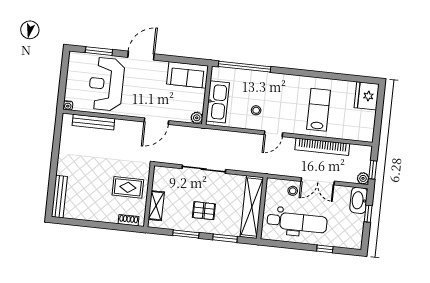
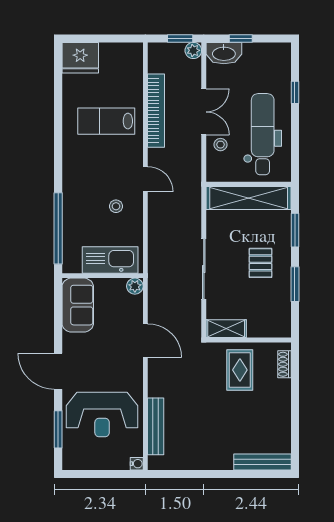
shelving: (156, 206) -> (226, 329), moved

